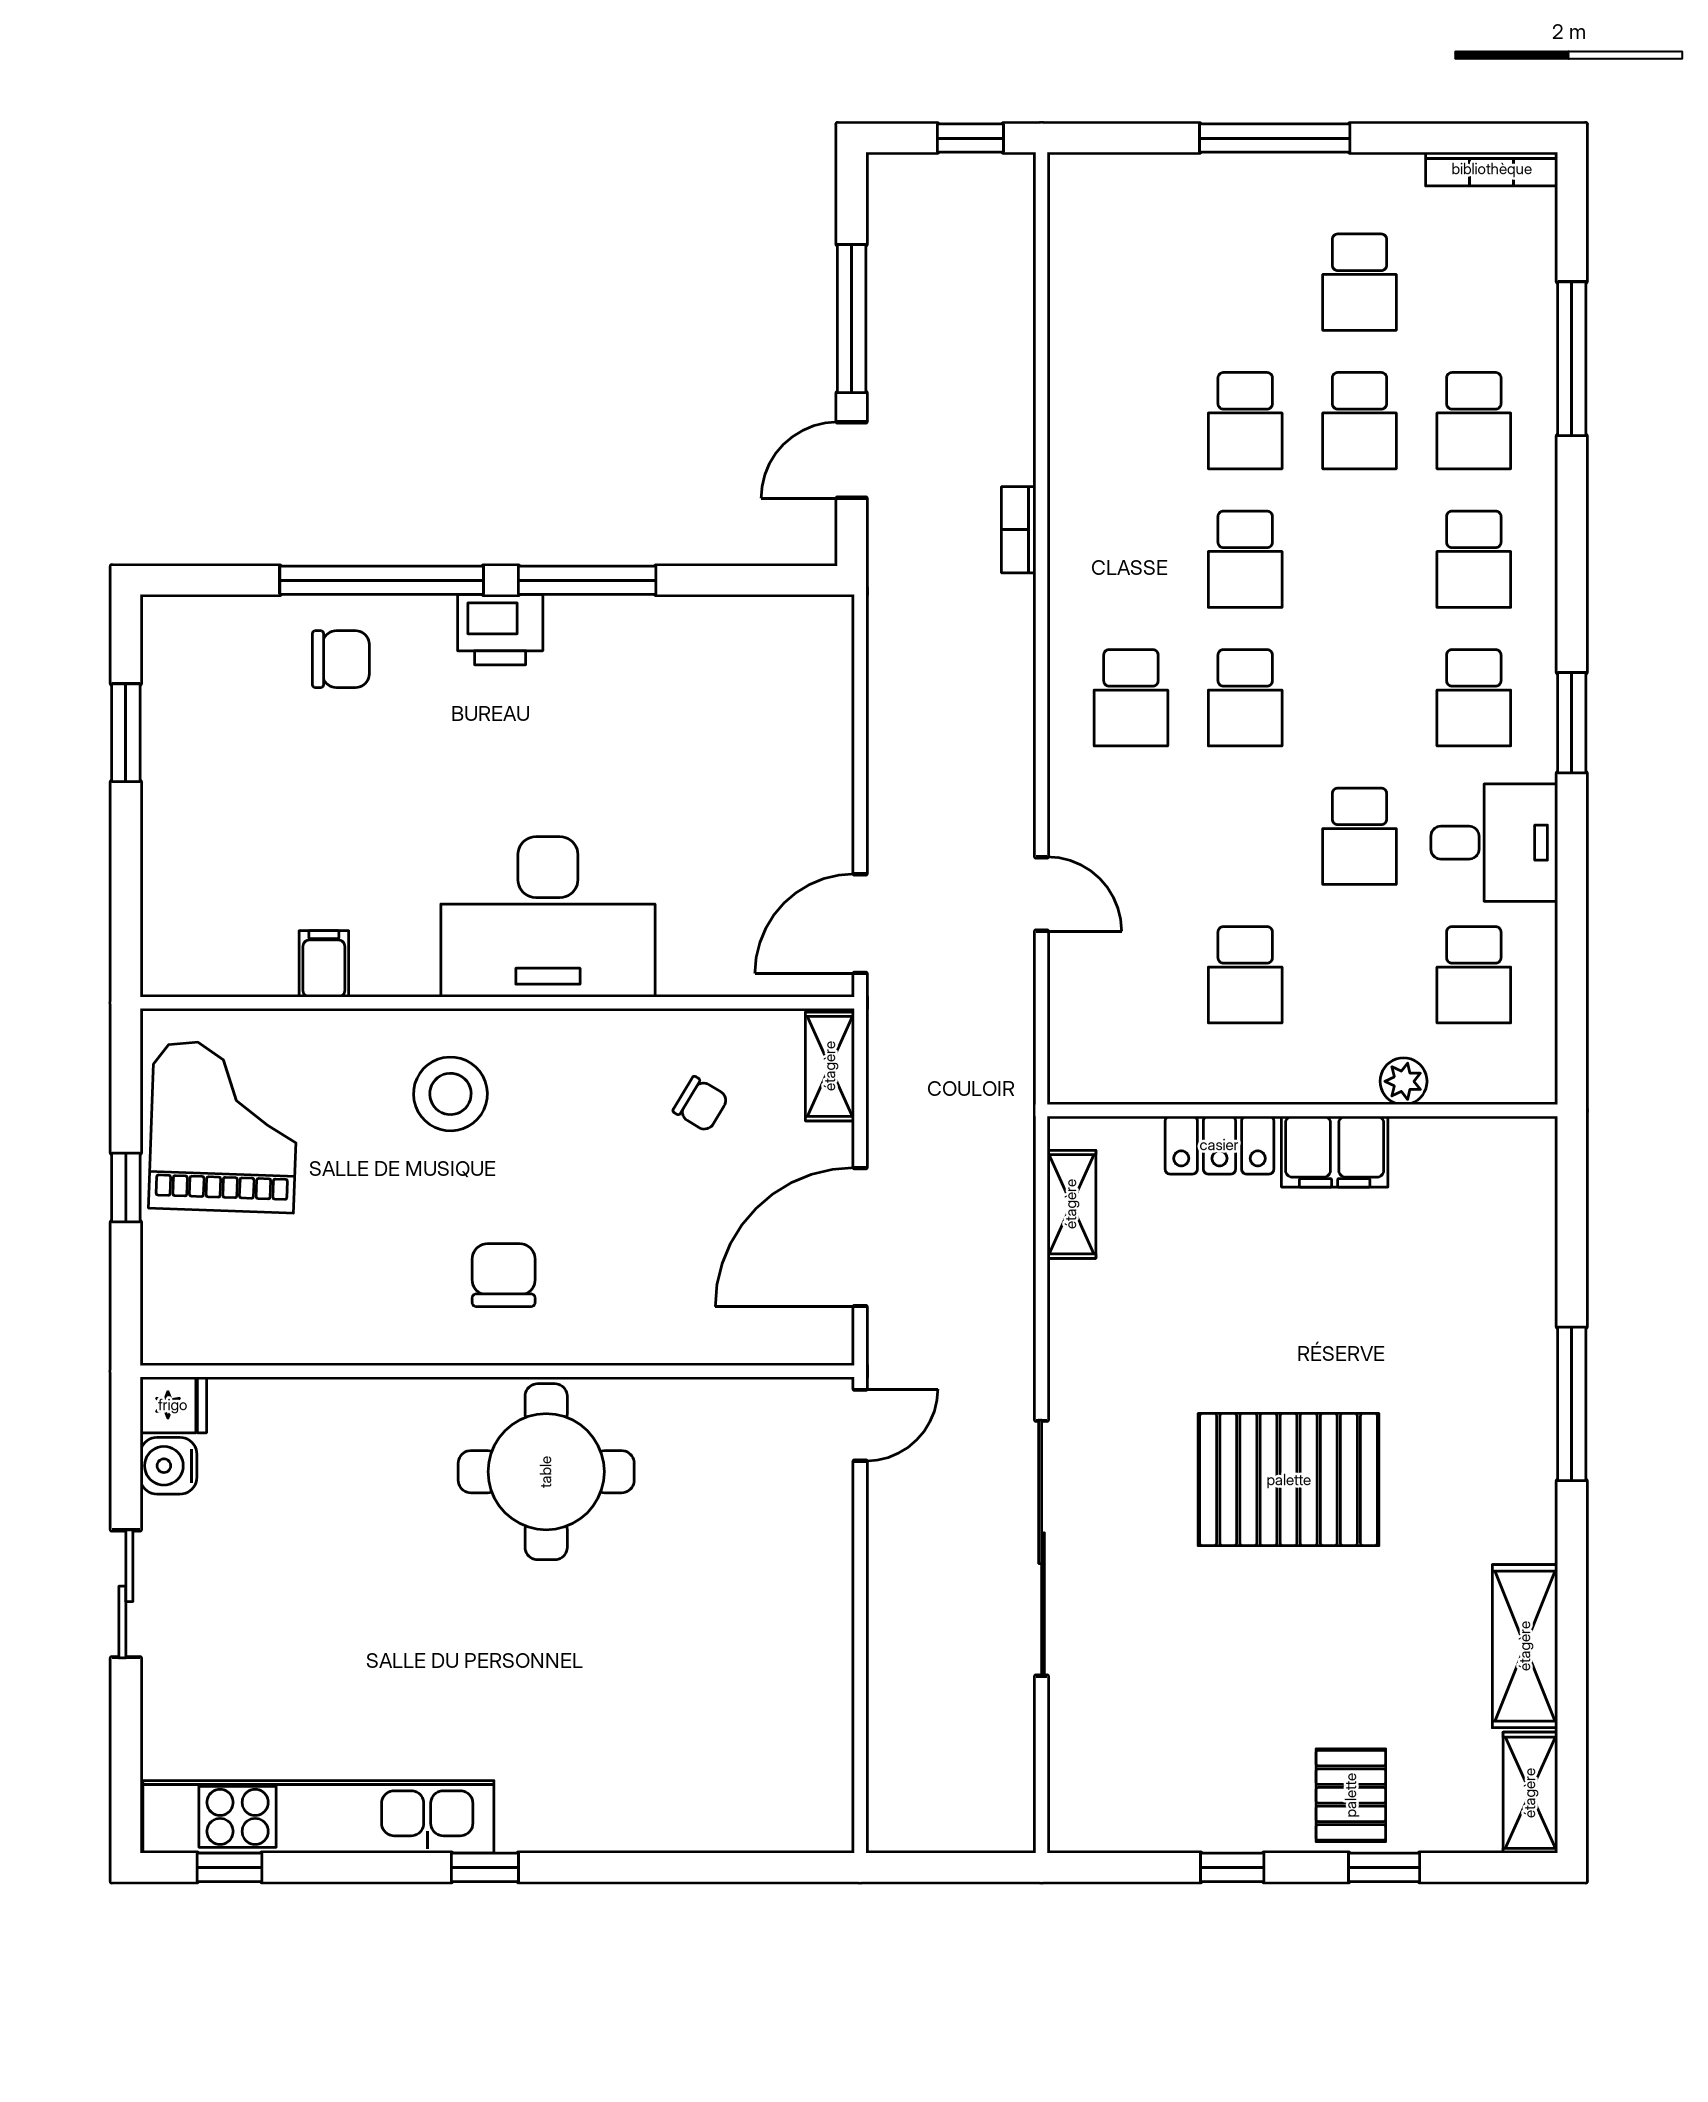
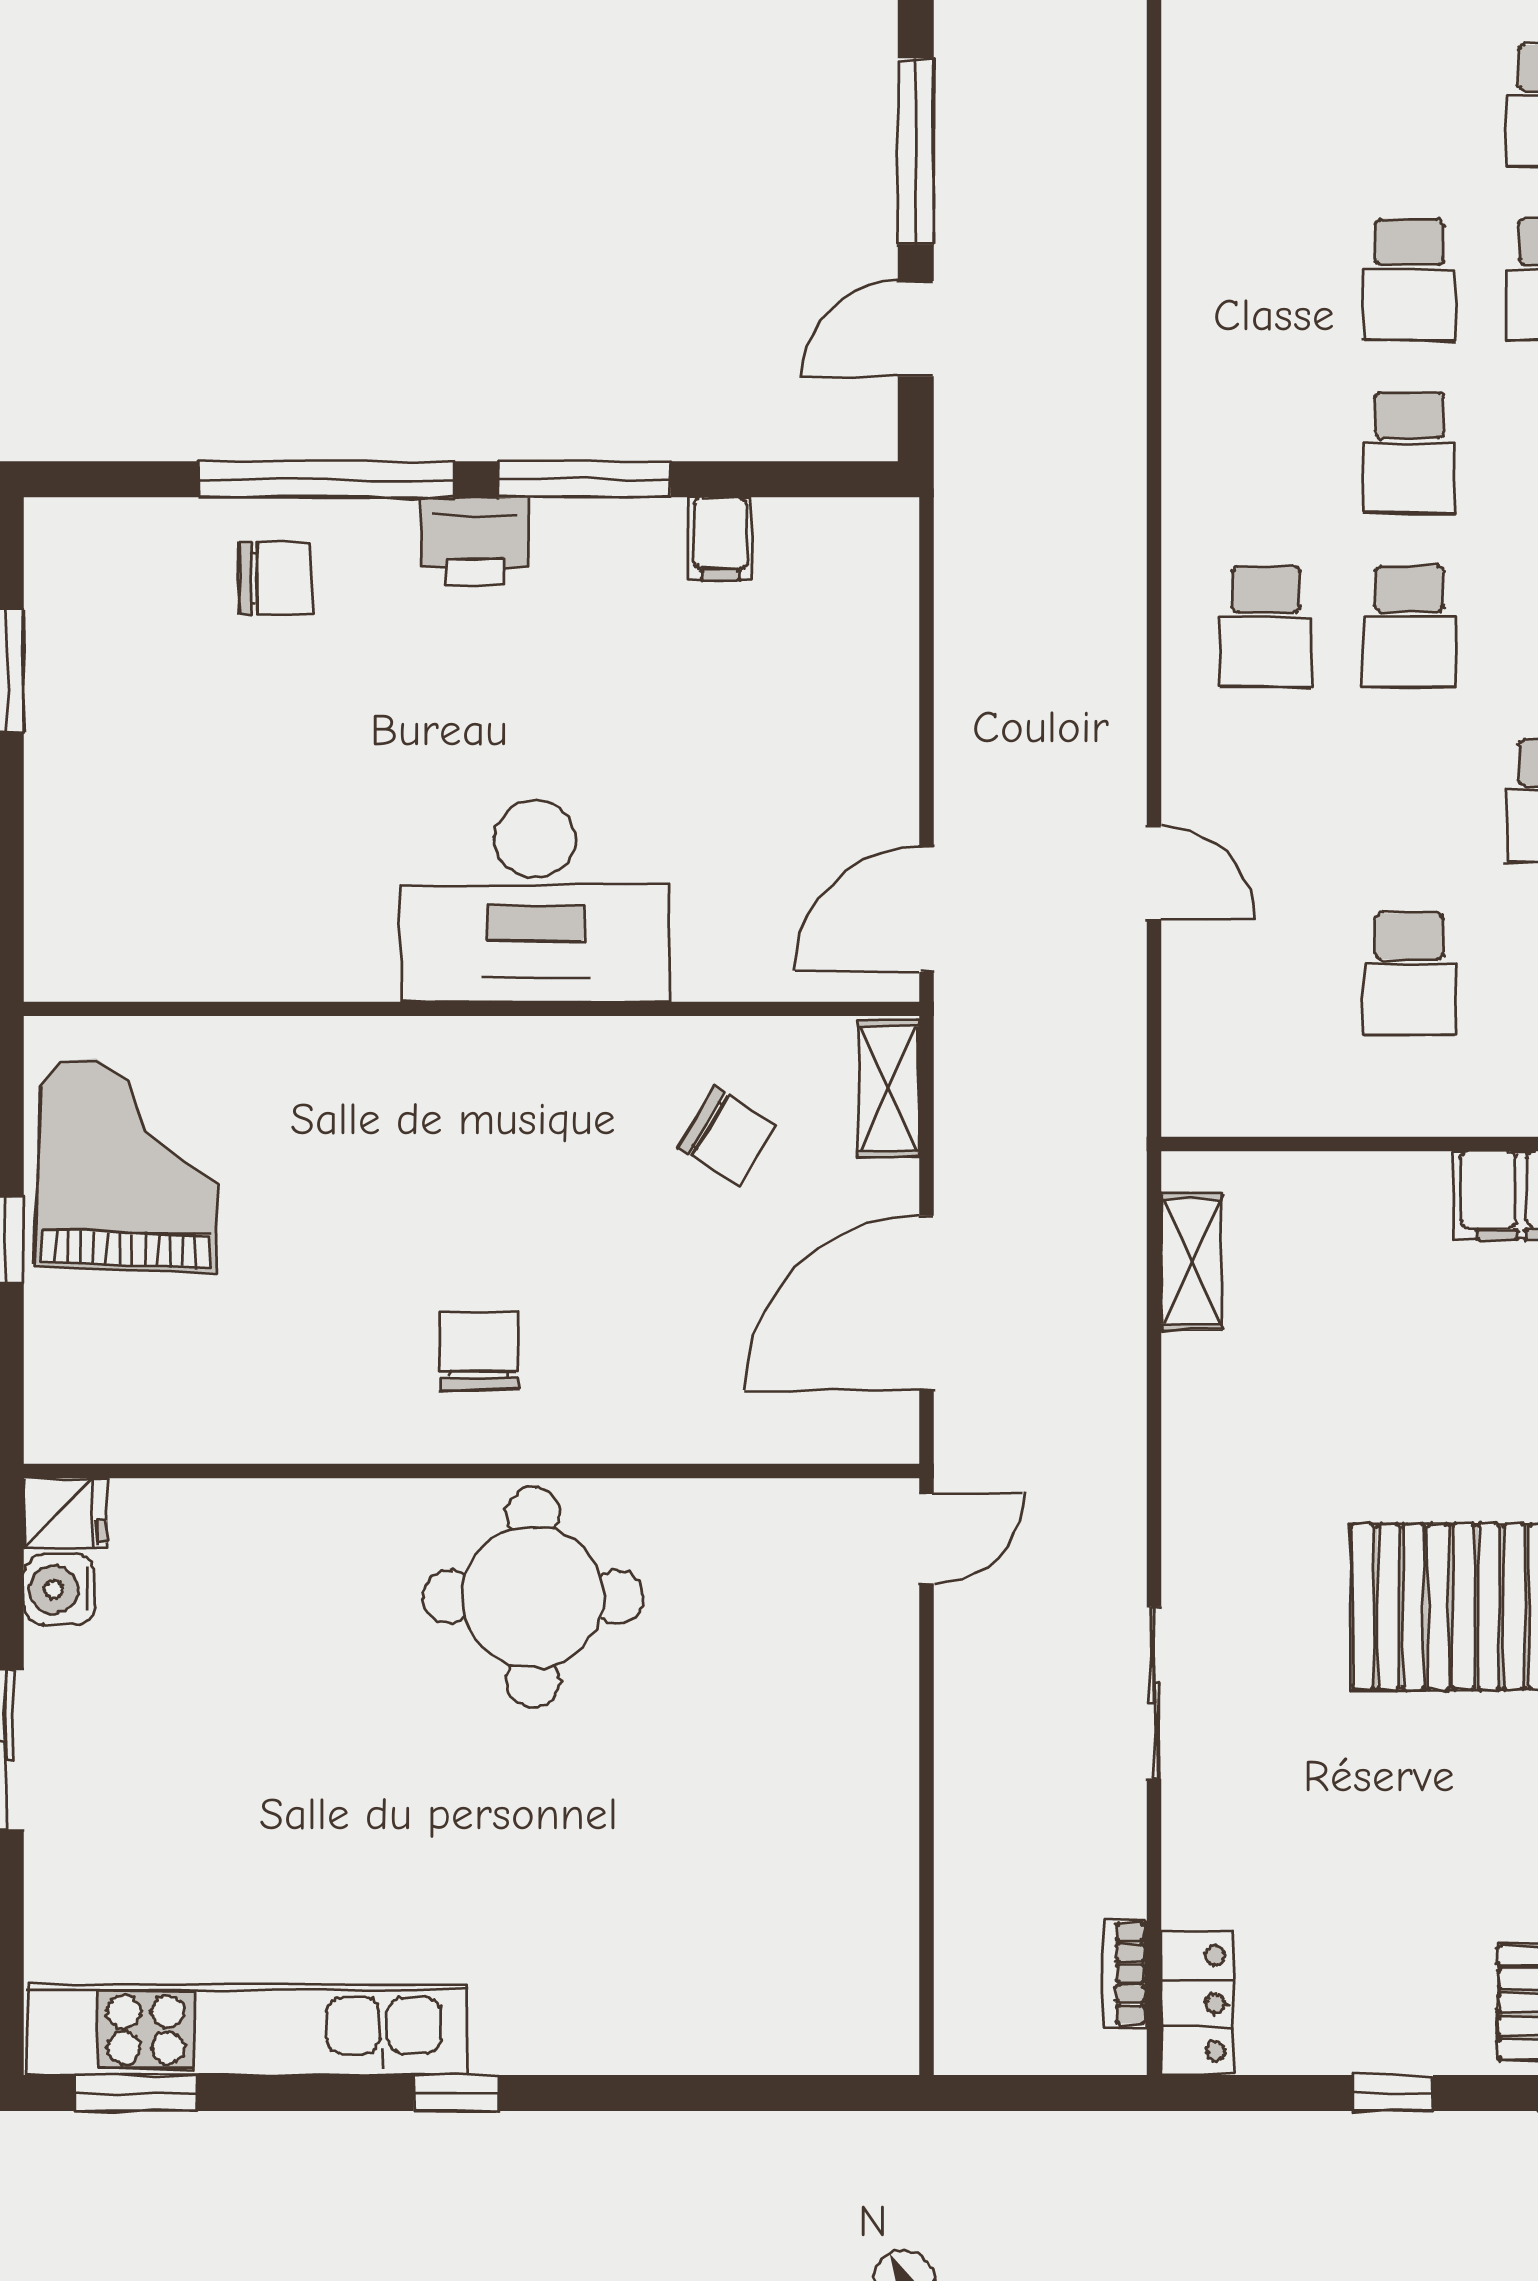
bookcase: (1019, 530) -> (1125, 1973), moved
filing cabinet: (324, 964) -> (720, 539), moved, turned 180
stool: (450, 1094) -> (413, 1123), removed
chair: (701, 1104) -> (727, 1136), width x1.37, depth x1.37
locker: (1219, 1145) -> (1197, 2003), moved, turned -90
sliding door: (1042, 1548) -> (1154, 1693), width x0.54
window: (229, 1867) -> (136, 2093), width x1.50

